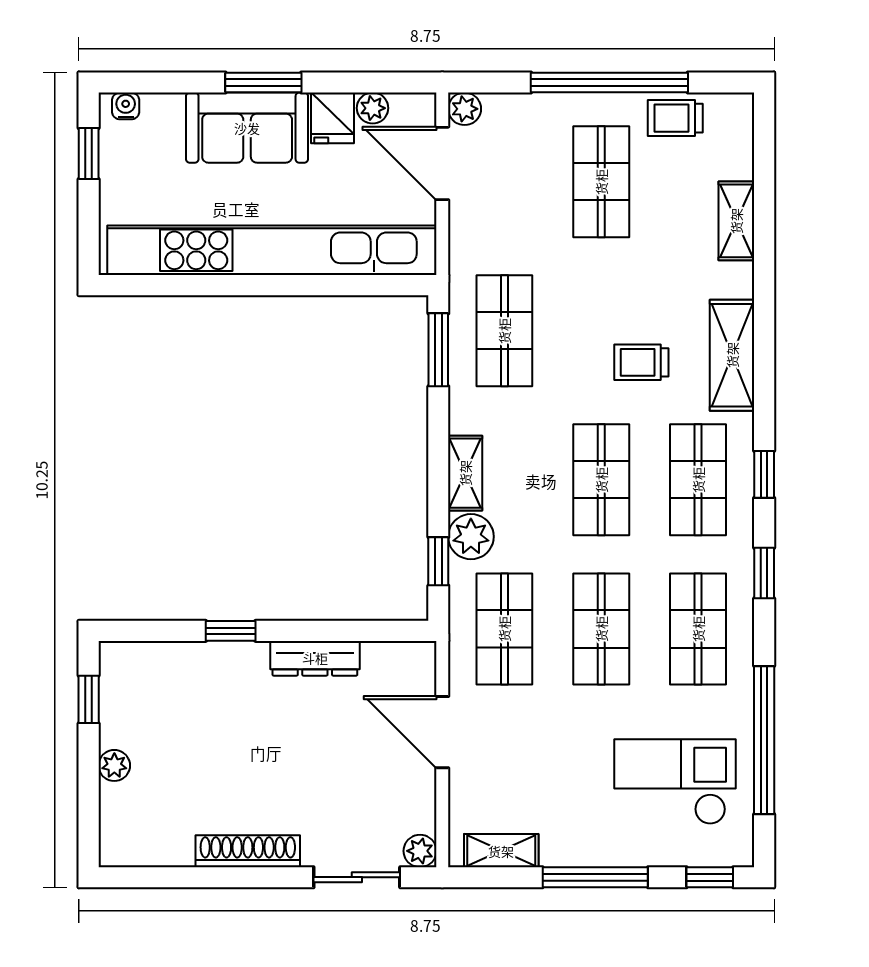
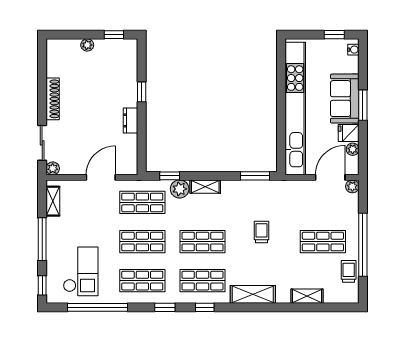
shop shelf: (504, 331) -> (263, 202), removed
trolley: (641, 362) -> (261, 232), moved
dresser: (315, 658) -> (131, 120), width x0.70

